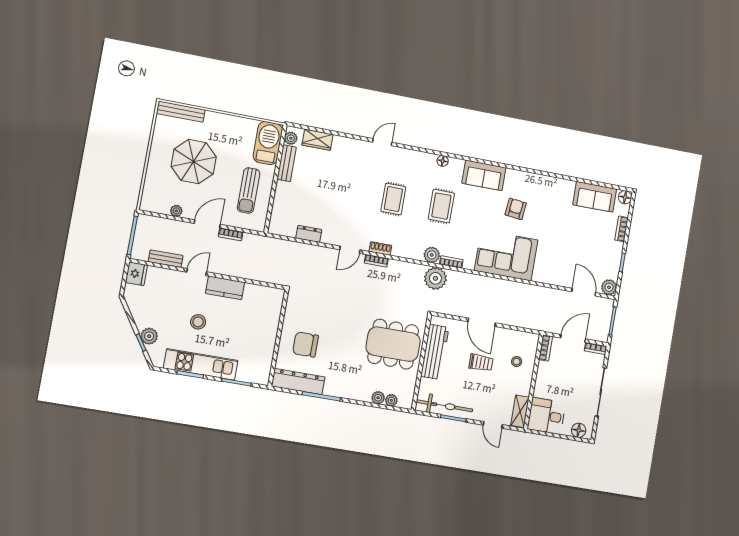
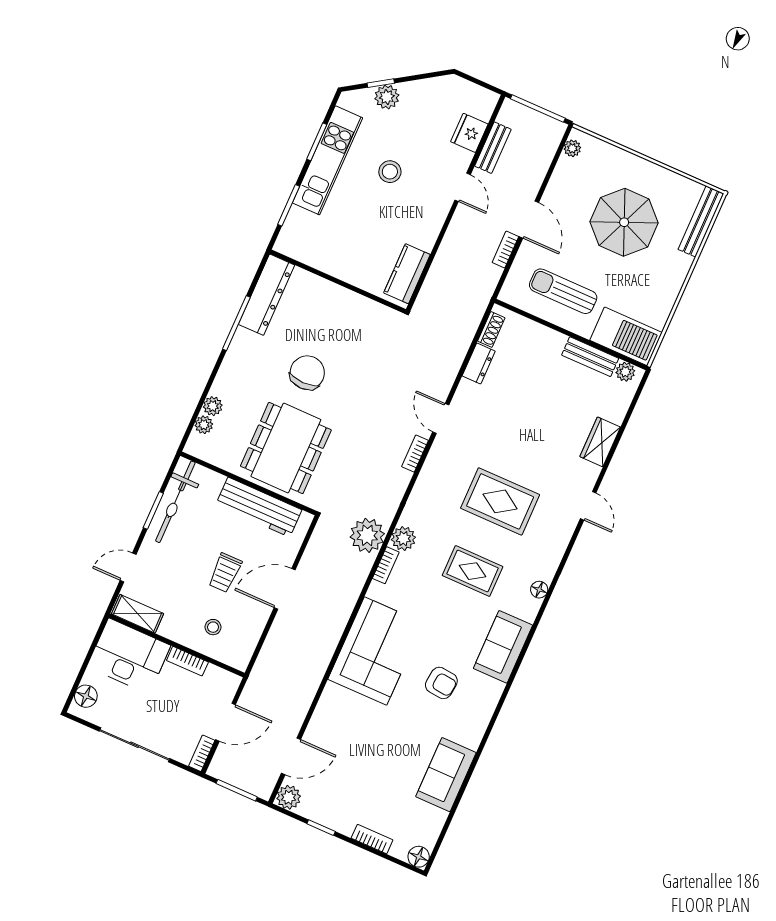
wardrobe: (318, 140) -> (600, 442), moved
sofa: (595, 197) -> (446, 775), moved
rug: (393, 199) -> (500, 501), width x1.36, depth x1.43
plant: (176, 211) -> (572, 148), moved
shoe rack: (380, 248) -> (491, 329), moved
fridge: (136, 274) -> (469, 133), moved, turned 90
kitchen counter: (225, 288) -> (407, 274), moved
door: (573, 338) -> (226, 722), hinge flipped
chair: (306, 344) -> (307, 373), moved
bookcase: (546, 348) -> (187, 661), moved
desk: (546, 416) -> (129, 656), width x1.37

